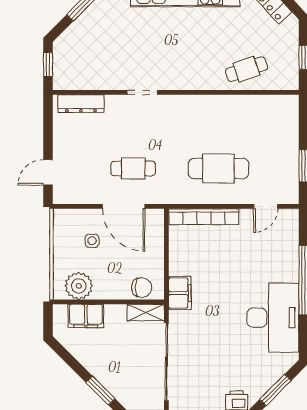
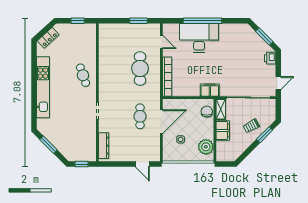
cafe table: (246, 69) -> (83, 75), moved
filing cabinet: (86, 316) -> (223, 130), moved
desk: (273, 318) -> (199, 38), moved
trolley: (116, 367) -> (251, 126), added

